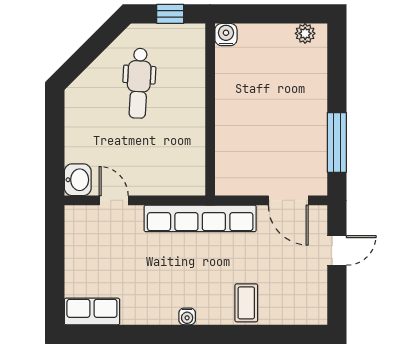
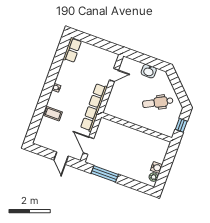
water cooler: (226, 35) -> (156, 168), moved
dental chair: (139, 83) -> (158, 102), turned -31
washbasin: (78, 180) -> (149, 71), moved
door: (288, 200) -> (88, 146), hinge flipped

